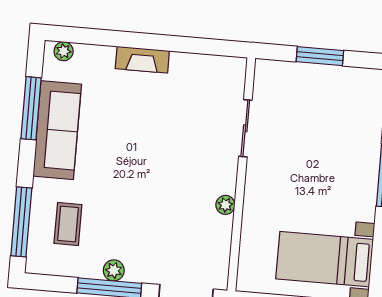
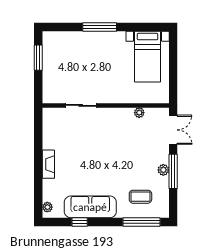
window: (320, 56) -> (38, 58), moved
window: (31, 108) -> (80, 222), width x0.46
plant: (225, 205) -> (139, 113), moved

